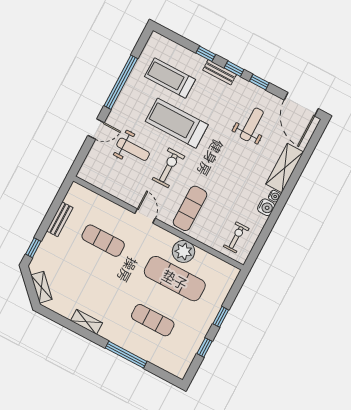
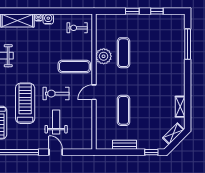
treadmill: (177, 123) -> (25, 103), turned 180
exercise mat: (175, 279) -> (124, 53), width x0.73, depth x0.69
exercise mat: (153, 320) -> (157, 53), removed
shelving: (87, 322) -> (180, 107), moved
window: (126, 355) -> (188, 44), moved

